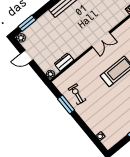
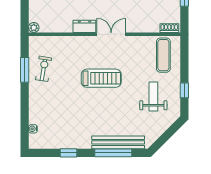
double door: (101, 40) -> (111, 34), swing flipped
dresser: (64, 62) -> (84, 26), moved

